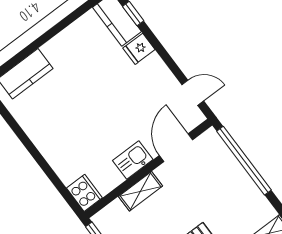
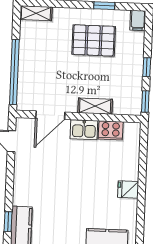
fridge: (139, 49) -> (128, 189), moved, turned 180
cooker: (84, 193) -> (111, 130), moved, turned -90

